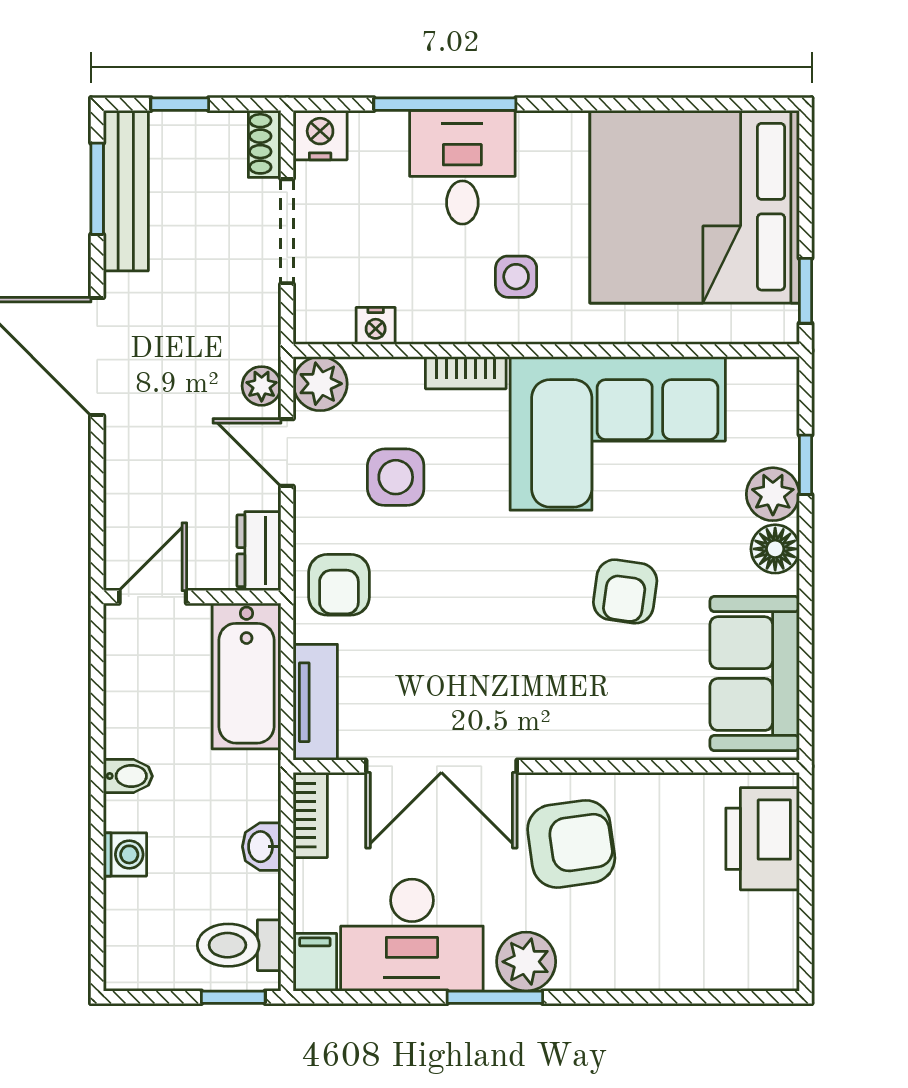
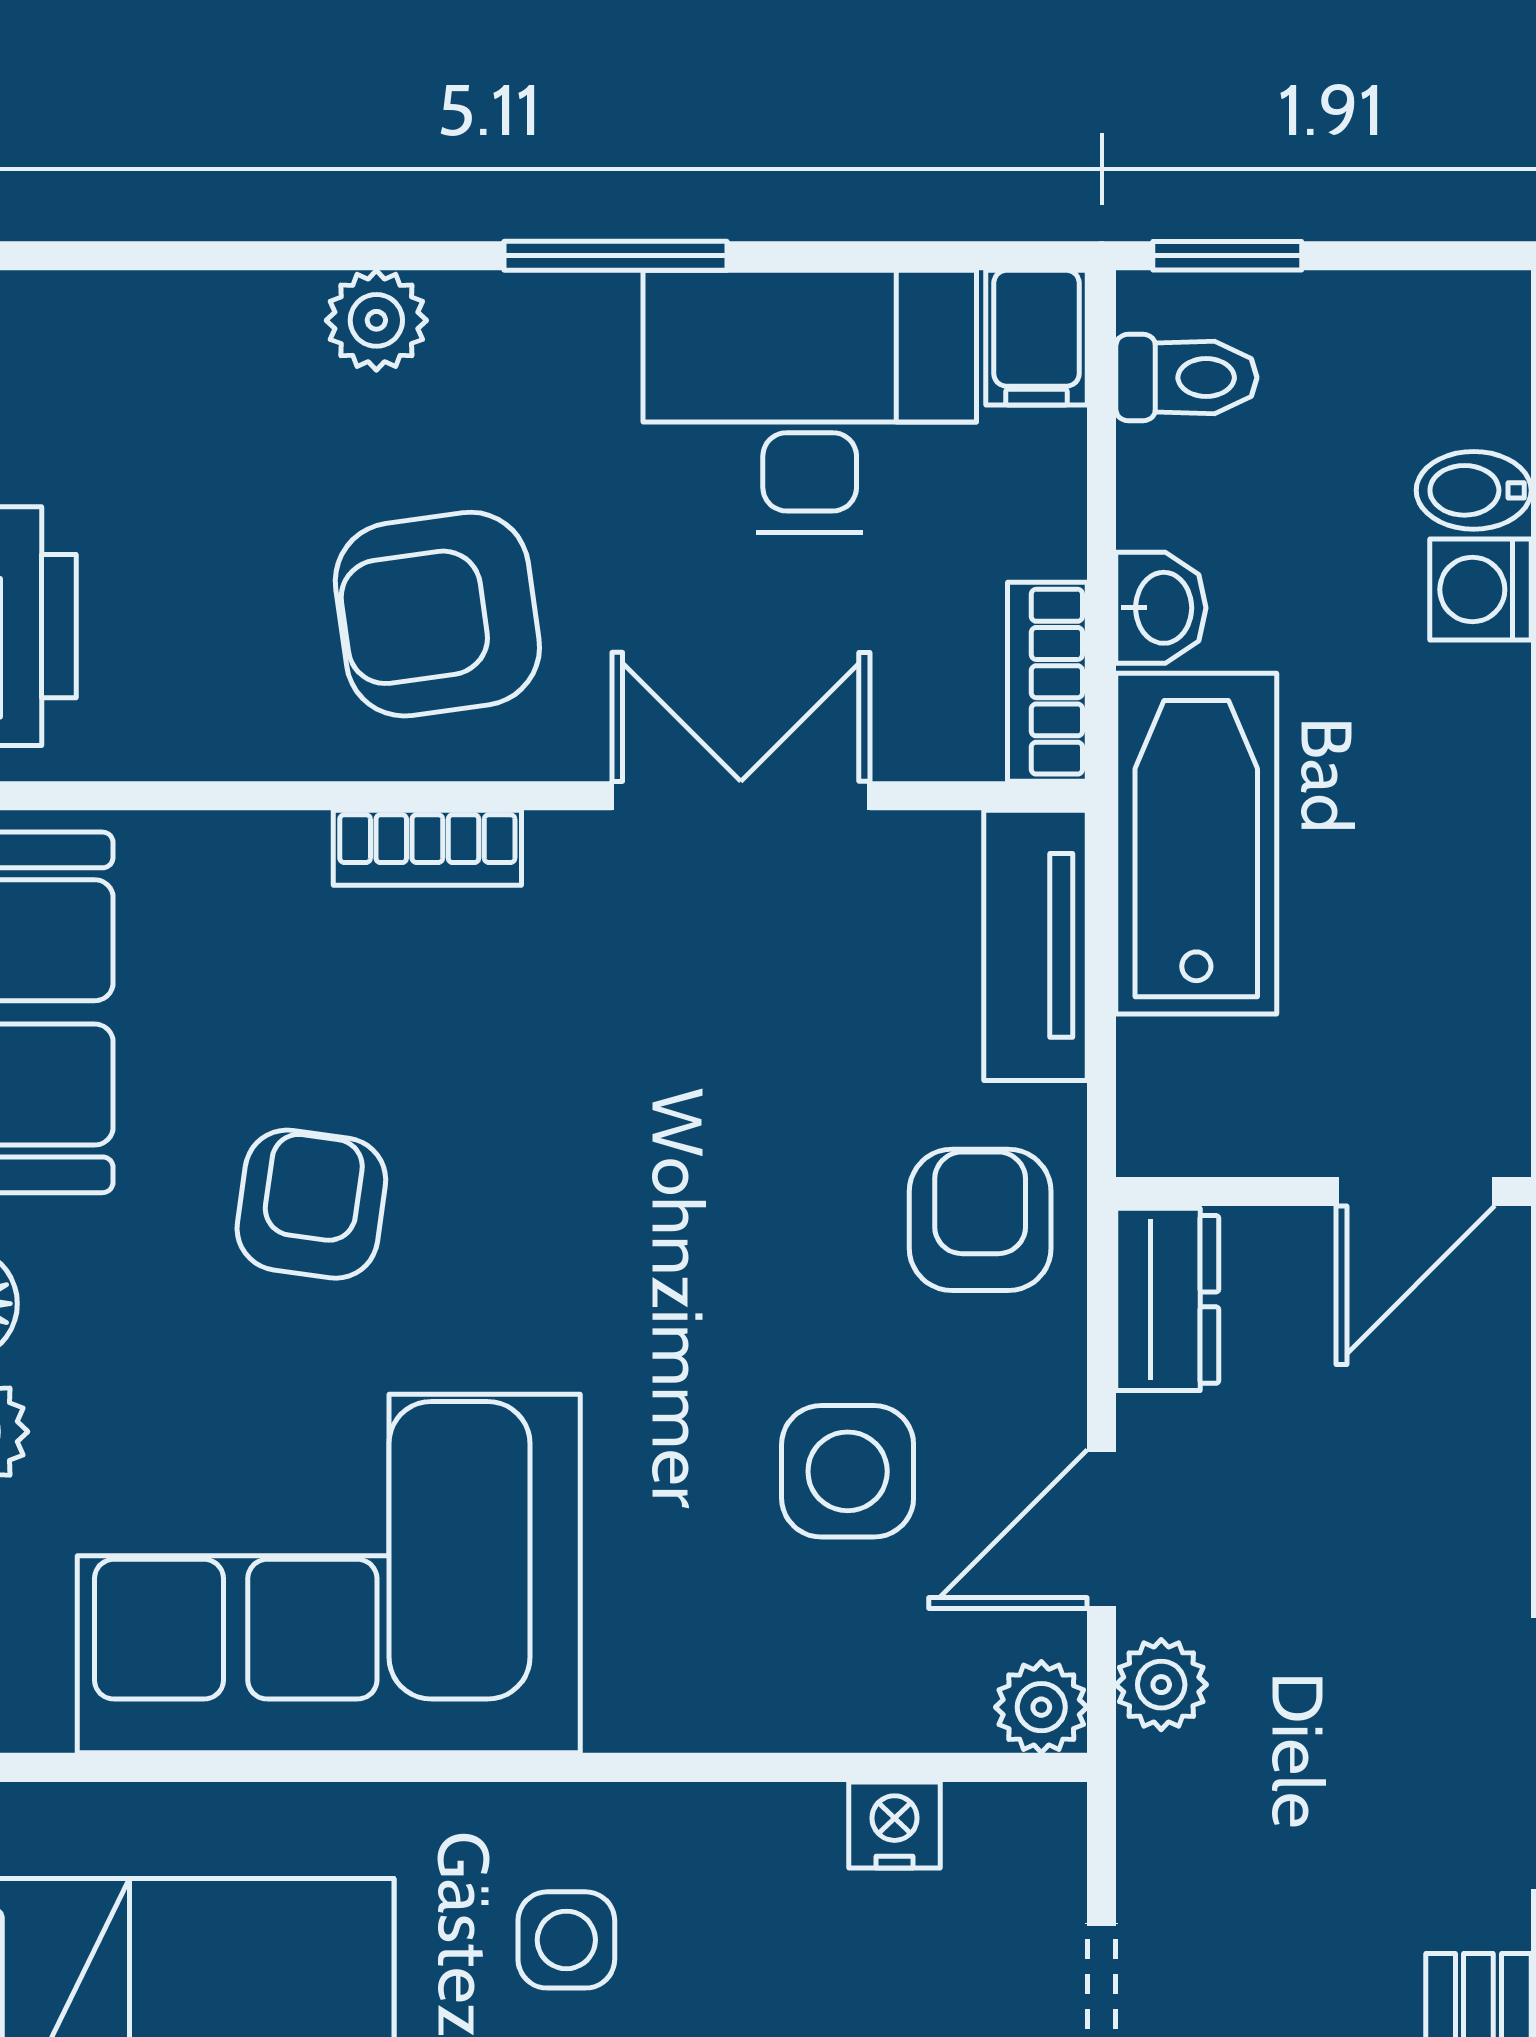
bookcase: (466, 373) -> (427, 848), moved, turned 180
plant: (320, 384) -> (1041, 1707), width x0.73, depth x0.73
door: (287, 452) -> (1102, 1529), swing flipped
bathtub: (247, 676) -> (1196, 844), moved
double door: (441, 766) -> (741, 796), width x0.73
bidet: (128, 776) -> (1474, 490), moved
toilet: (239, 945) -> (1186, 378), width x0.73, depth x0.72
plant: (526, 962) -> (376, 320), moved, width x0.73, depth x0.73

